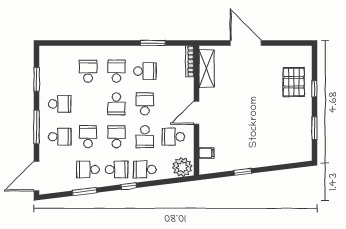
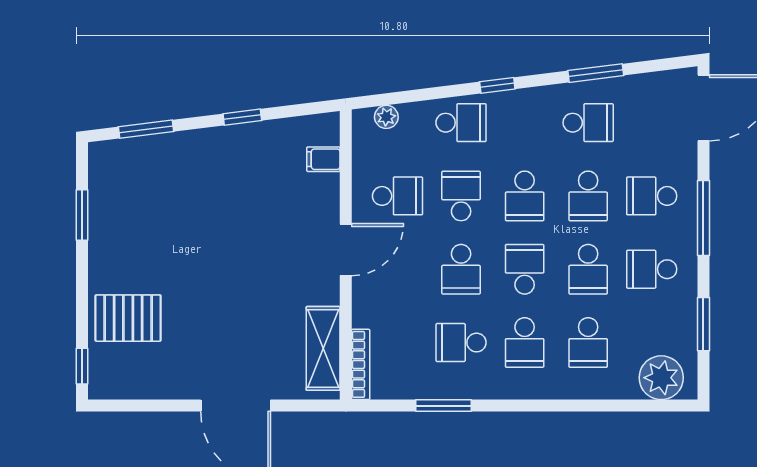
plant: (55, 55) -> (661, 378), added
pallet: (294, 82) -> (128, 318), turned 90
window: (314, 89) -> (82, 366), moved
plant: (182, 167) -> (386, 117), width x0.53, depth x0.53
window: (286, 167) -> (146, 129), added
school desk: (116, 169) -> (588, 269), moved, turned -90

